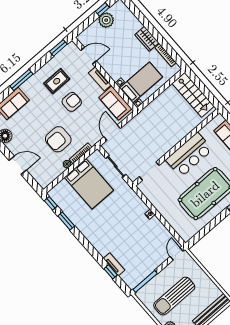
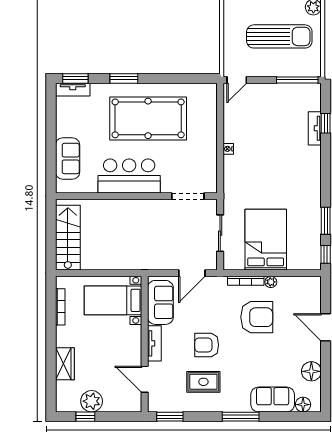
wardrobe: (147, 39) -> (65, 364), moved

